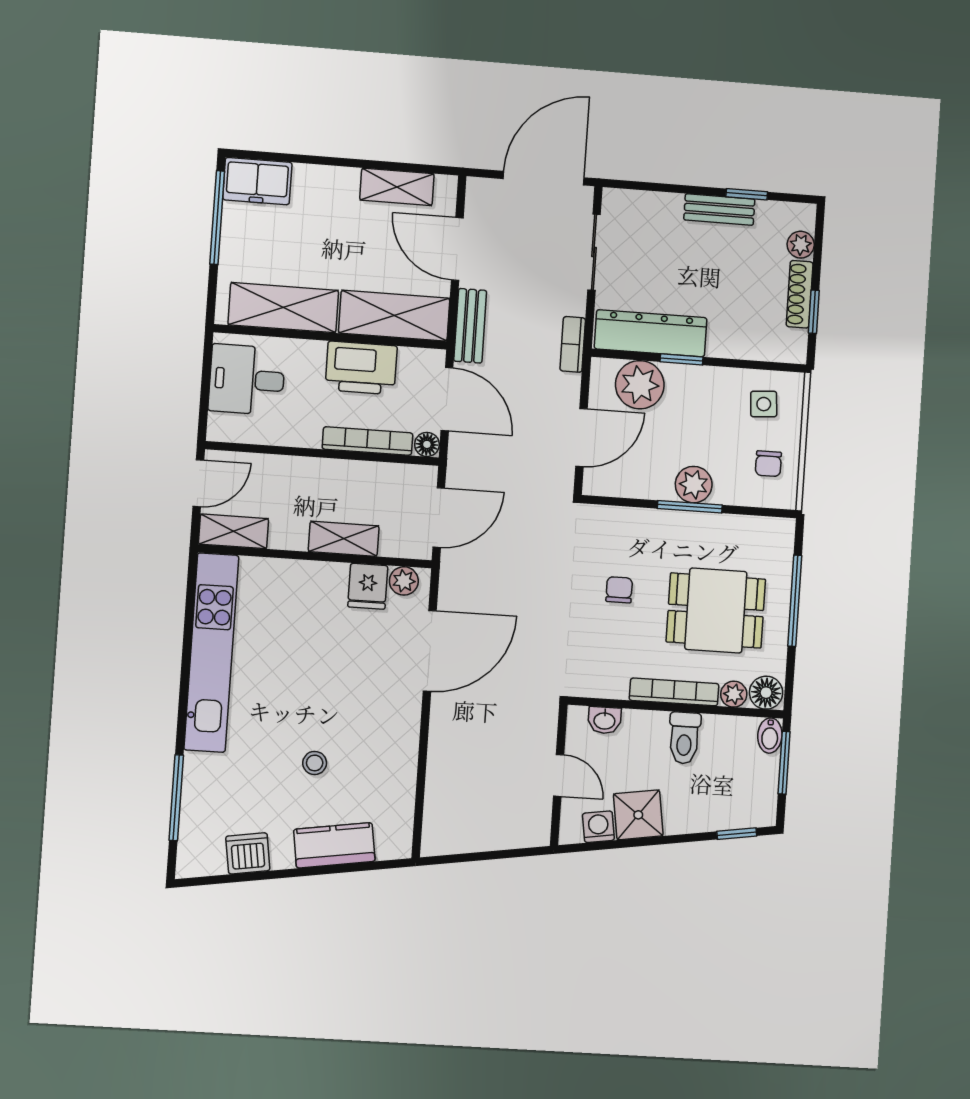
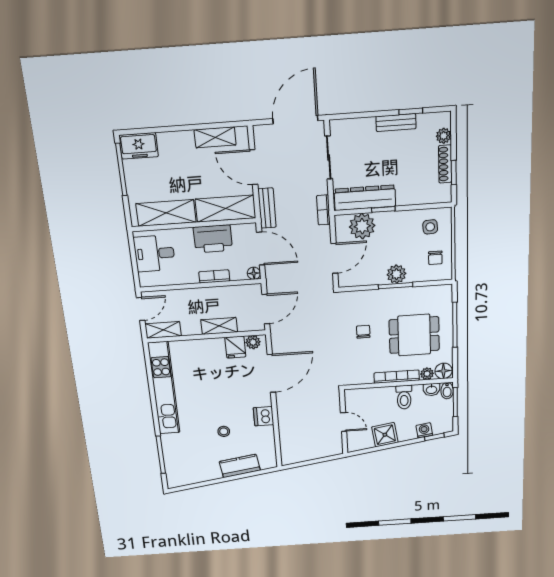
bookcase: (367, 441) -> (214, 276), width x0.64
washbasin: (604, 720) -> (431, 390), moved
washing machine: (598, 827) -> (424, 430), moved
dishwasher: (248, 853) -> (264, 416), moved, turned -82

